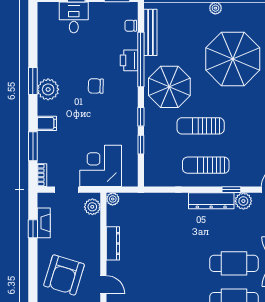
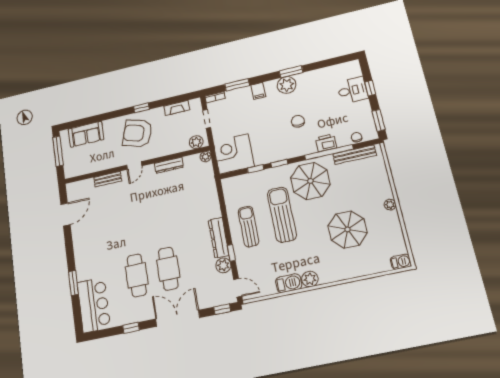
parasol: (233, 59) -> (348, 229), width x0.73, depth x0.73
sun lounger: (201, 126) -> (282, 215), width x1.36, depth x1.34
corner desk: (101, 166) -> (234, 154), moved, turned -90
window: (33, 229) -> (141, 108), moved

